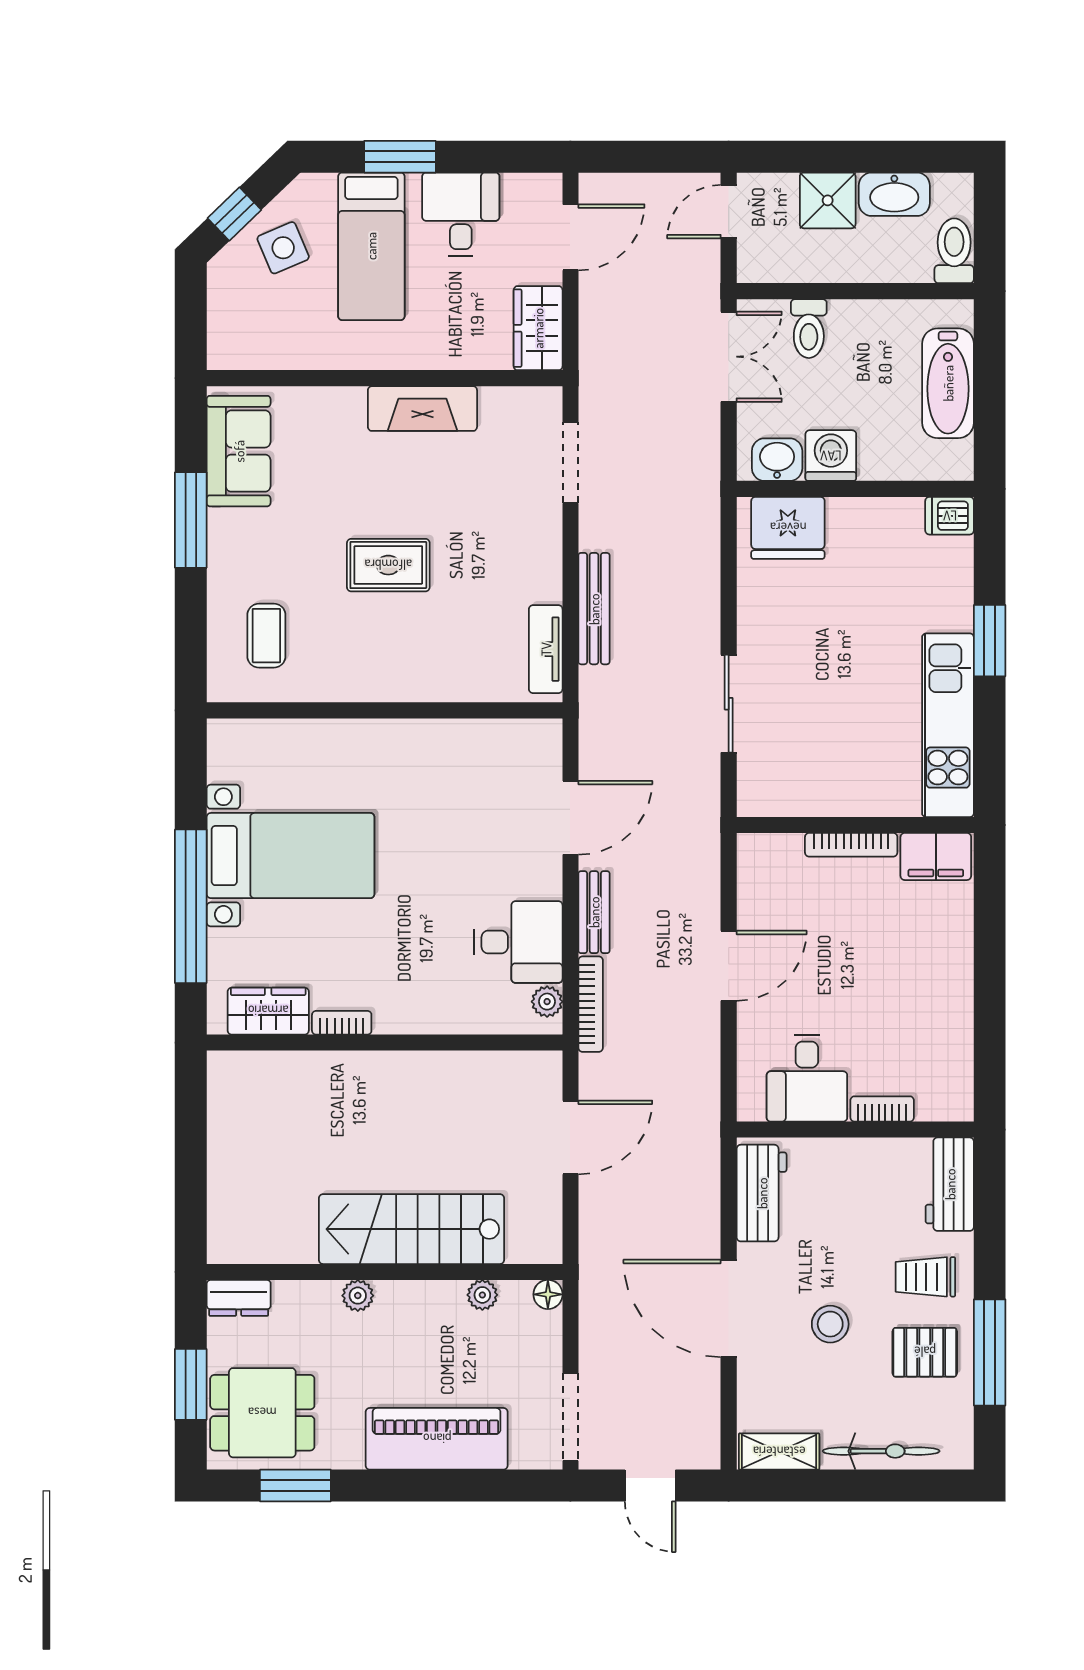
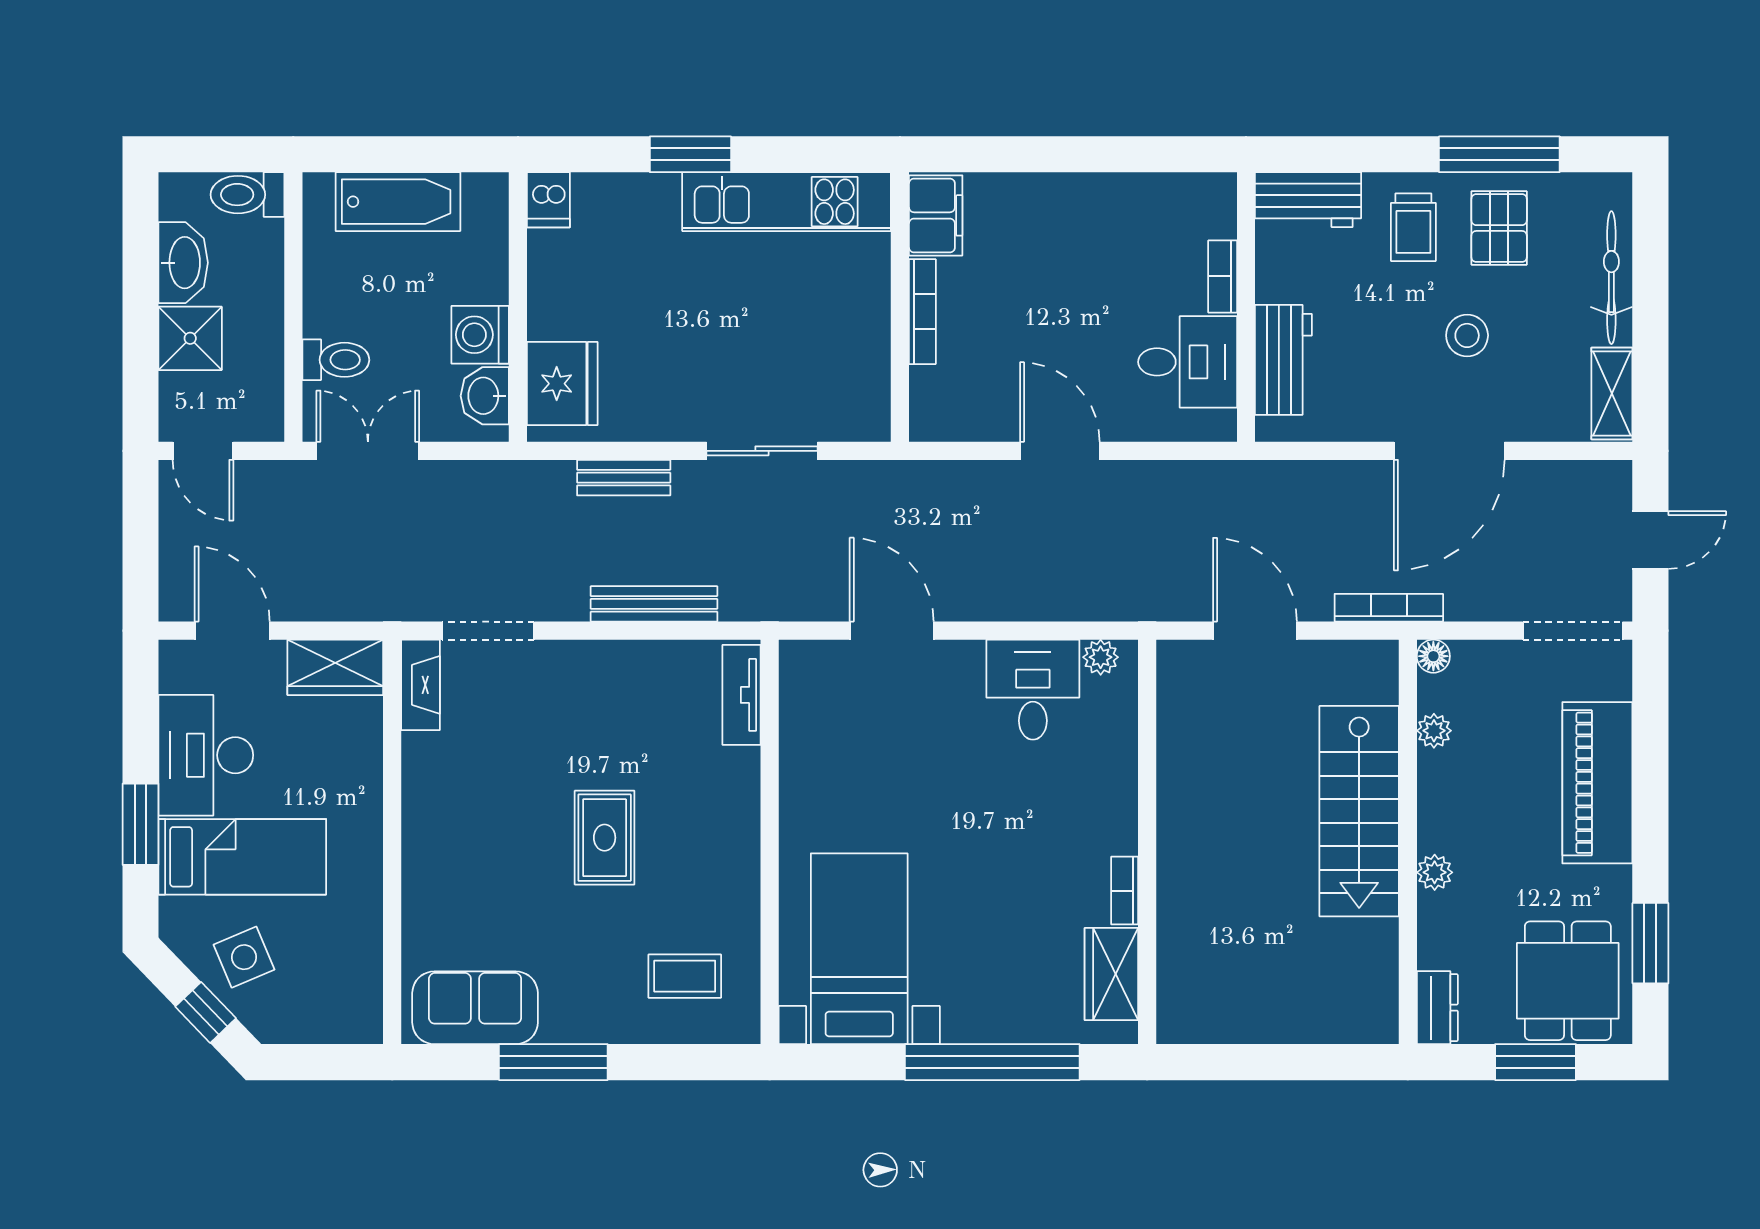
desk: (461, 214) -> (206, 755), width x1.37
fireplace: (422, 409) -> (420, 685), moved, width x0.73, depth x0.76
tv unit: (546, 649) -> (742, 695), moved, turned 90
bed with nightstands: (291, 856) -> (859, 949), moved
bench: (594, 912) -> (624, 478), moved
bookcase: (591, 1004) -> (1389, 608), moved
workbench: (762, 1193) -> (1283, 360), moved, turned 90

